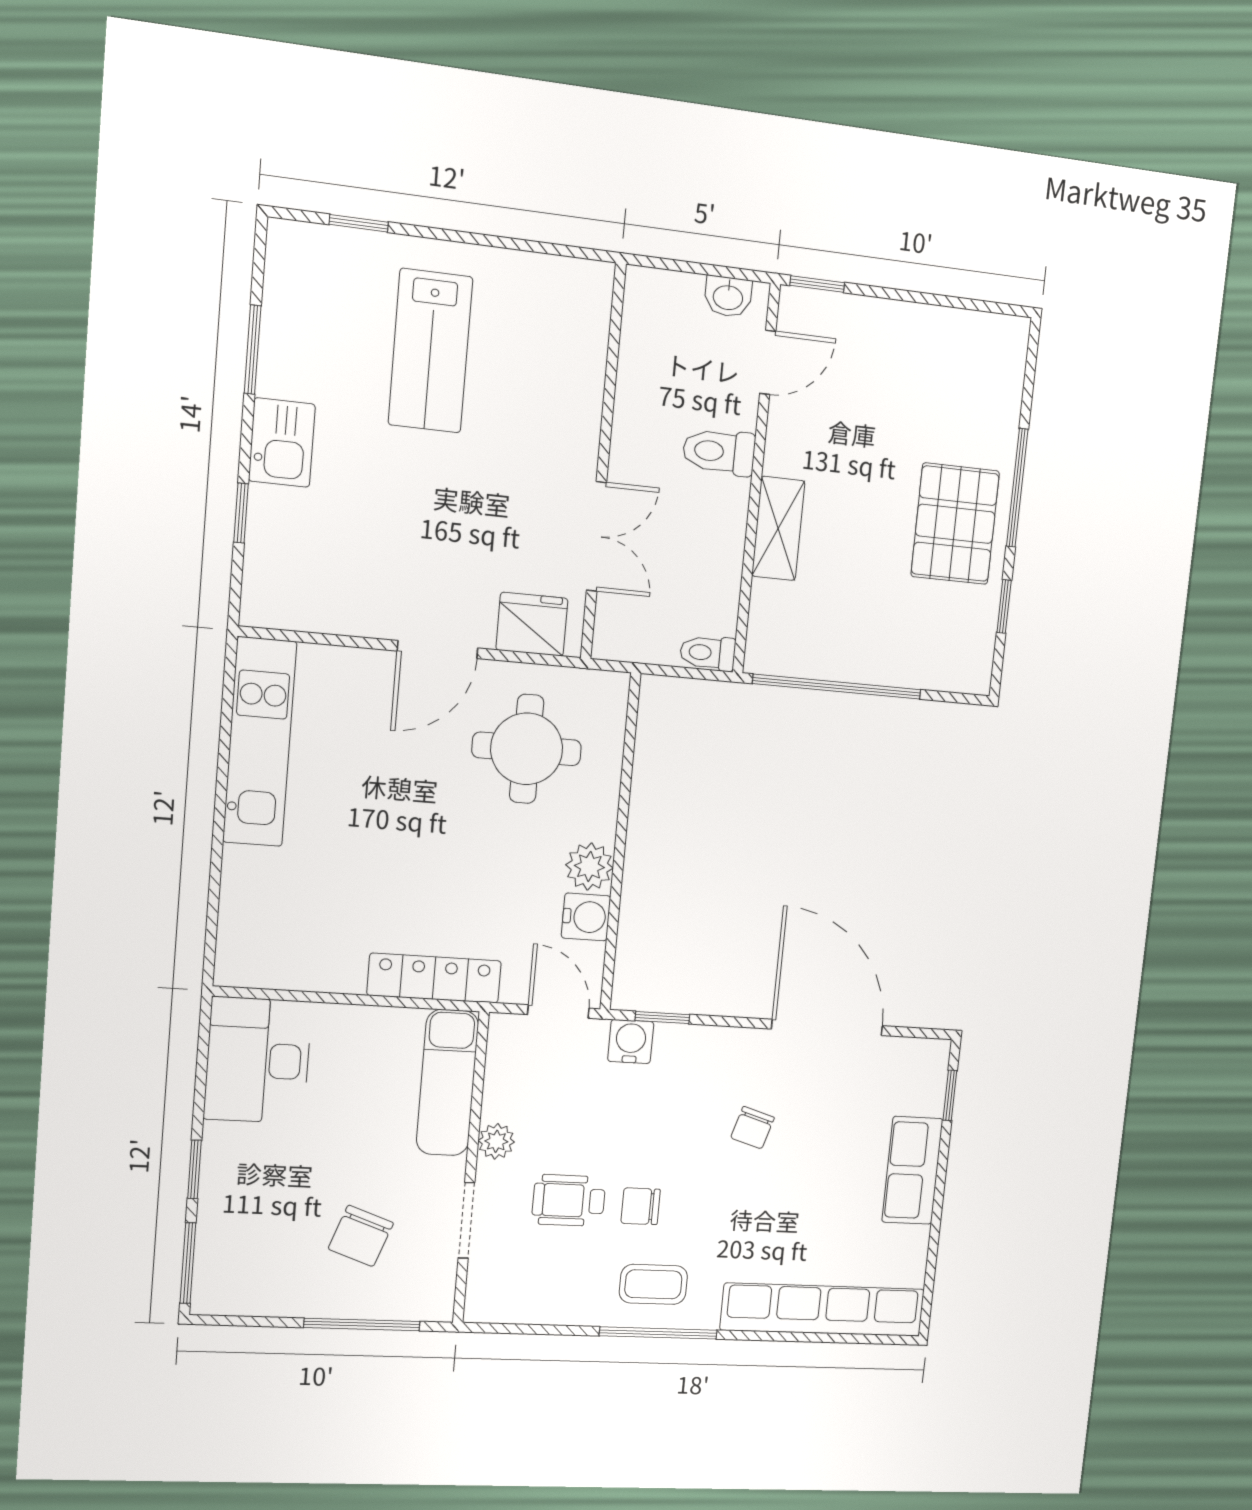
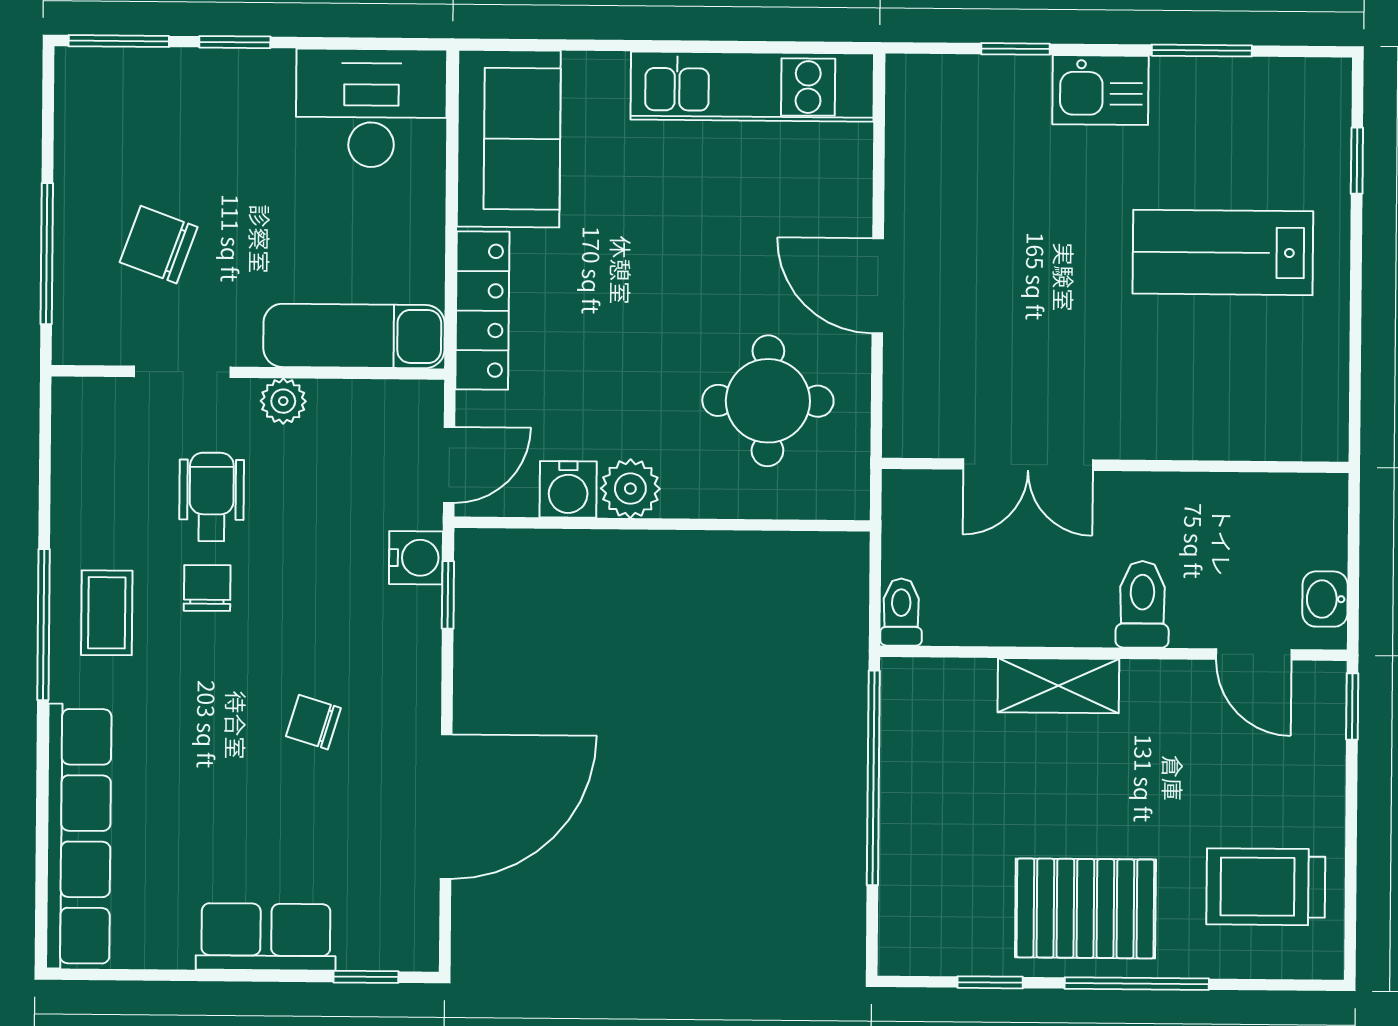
trolley: (953, 374) -> (1266, 887), added
fridge: (532, 624) -> (917, 396), removed
sofa: (291, 949) -> (509, 139), added

